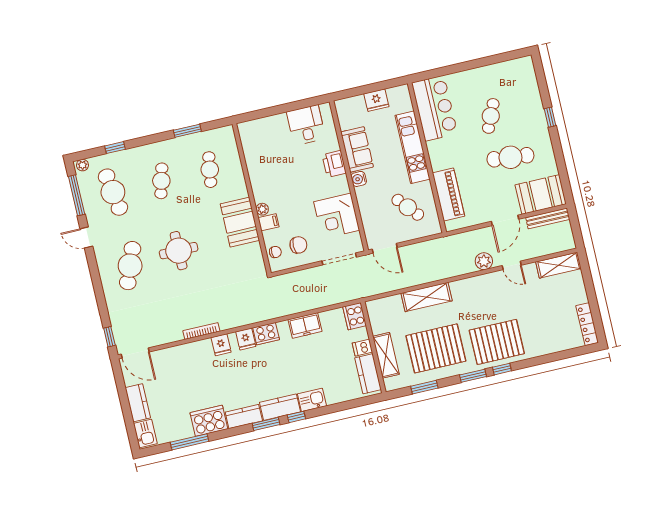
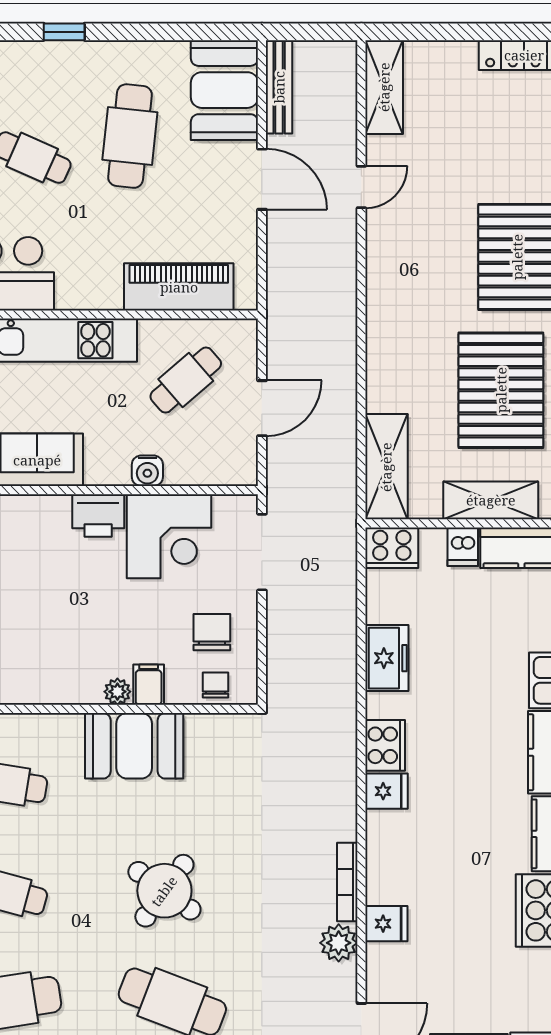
printer: (334, 164) -> (98, 516), moved
water cooler: (359, 179) -> (147, 471), moved
door: (385, 248) -> (262, 408), moved
round table: (179, 251) -> (164, 891), turned 36
plant: (484, 261) -> (339, 943), moved
shelving: (427, 297) -> (386, 467), moved
fridge: (221, 345) -> (386, 924), moved

